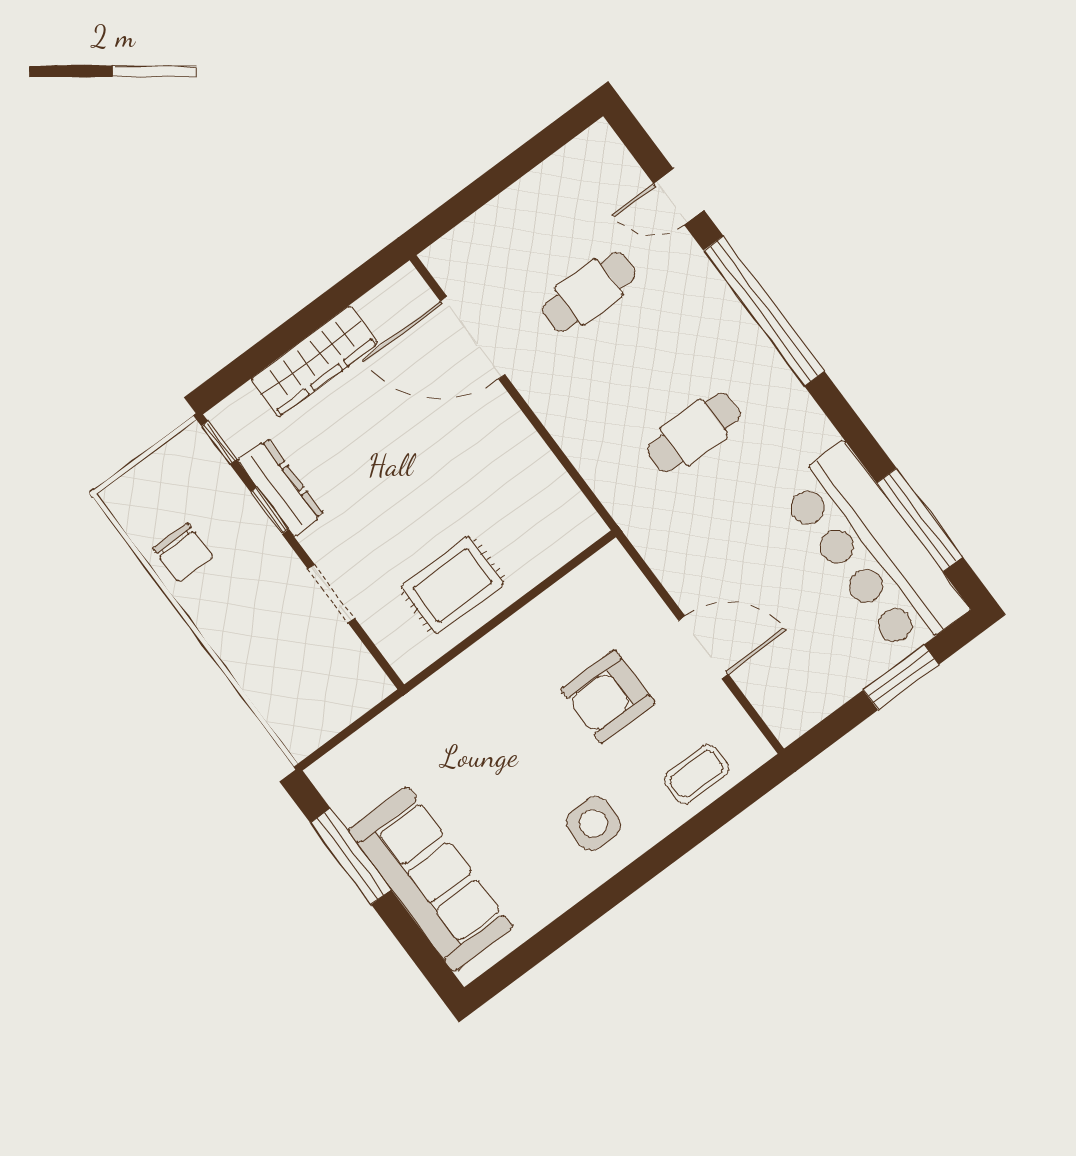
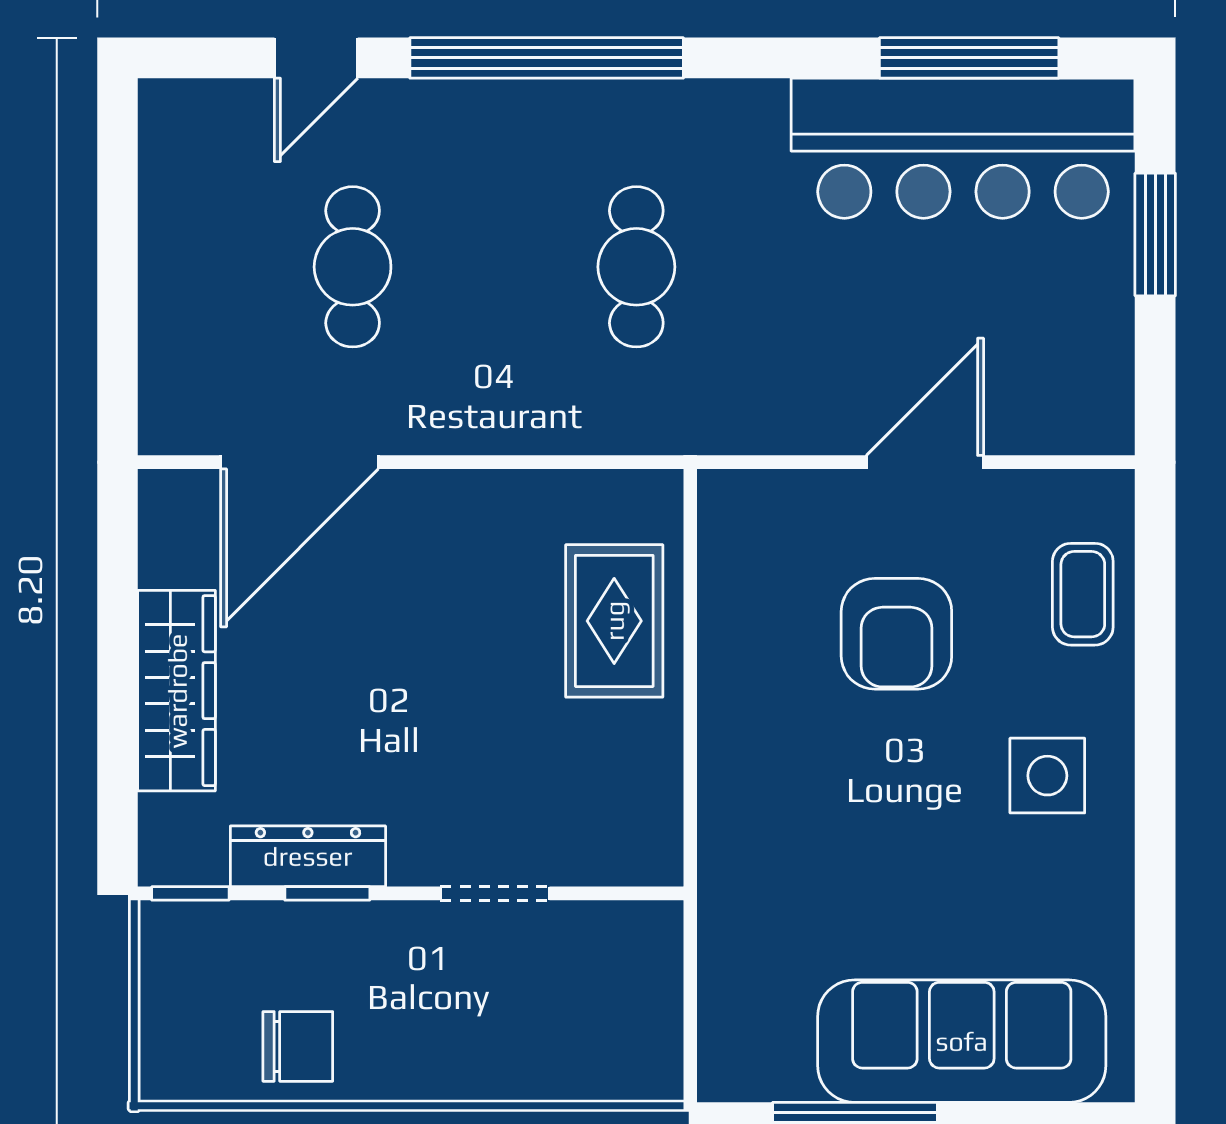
rug: (453, 585) -> (614, 621), moved

